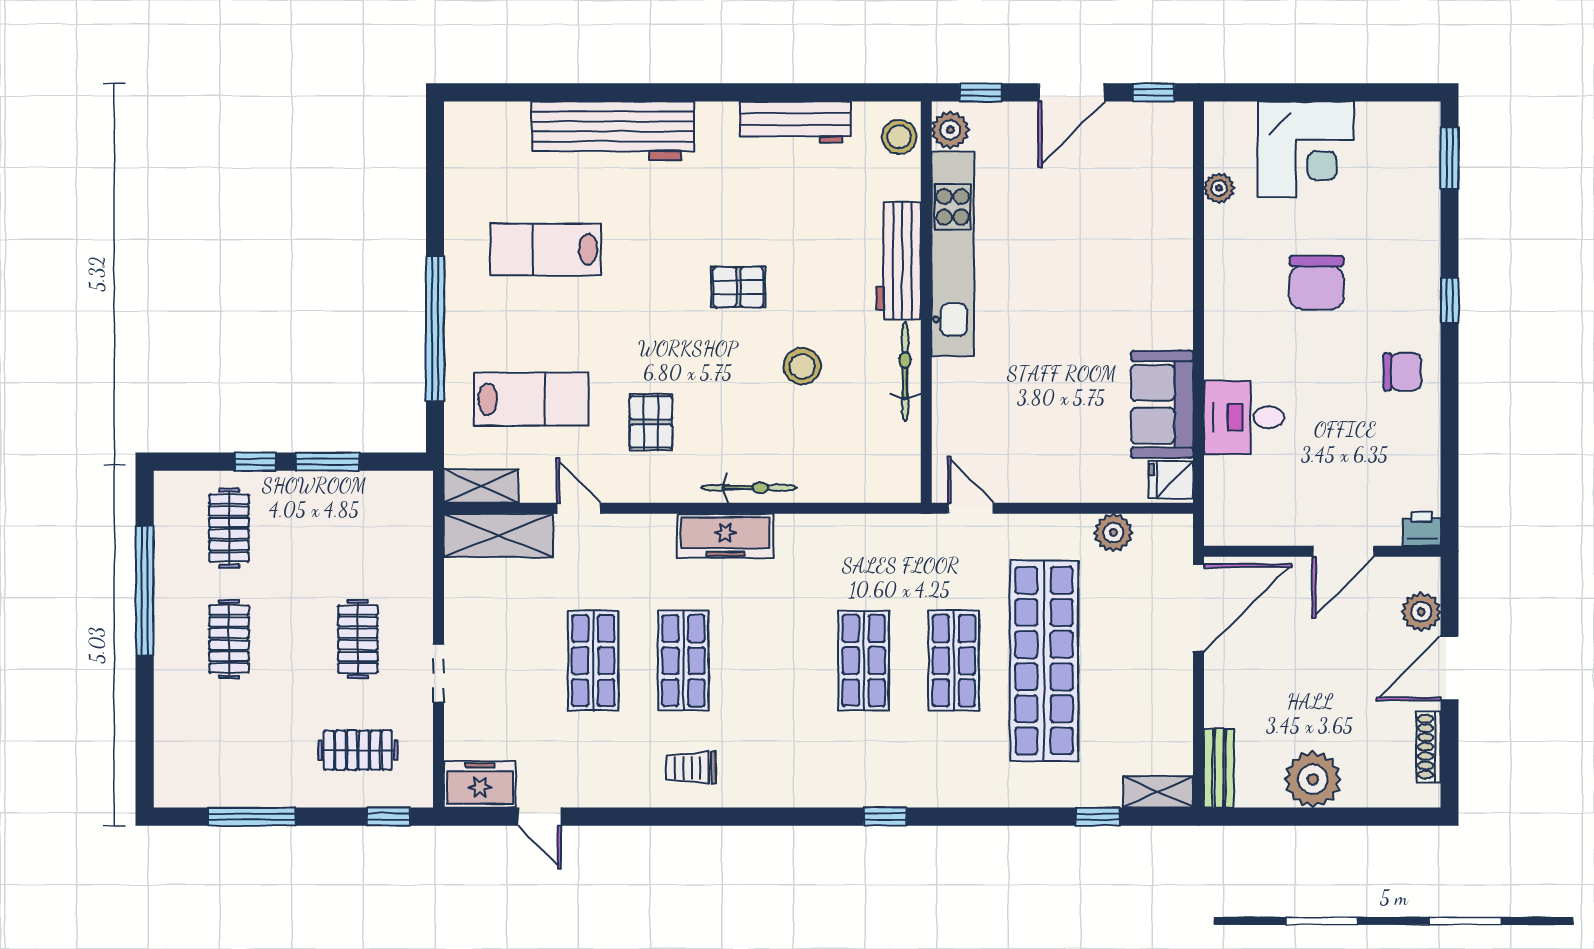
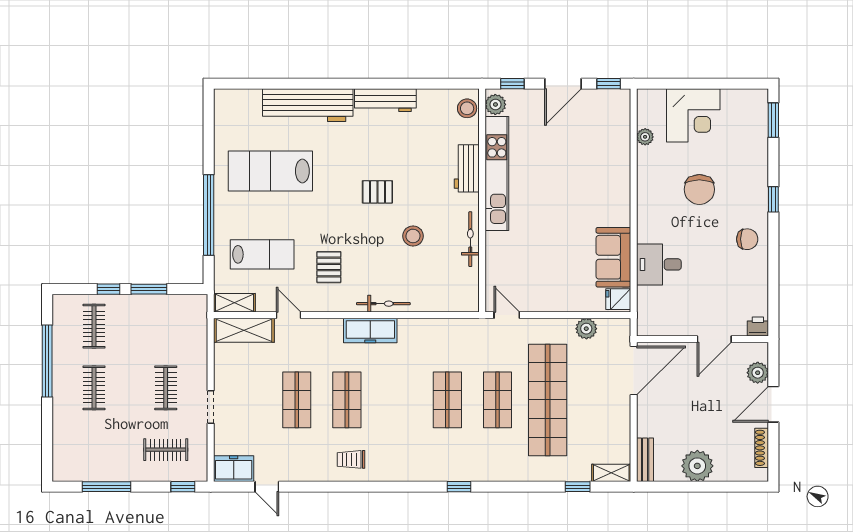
workbench: (795, 122) -> (385, 100), moved
lab bench: (546, 249) -> (270, 171), width x1.36, depth x1.39
workbench: (899, 261) -> (467, 168), width x0.73

